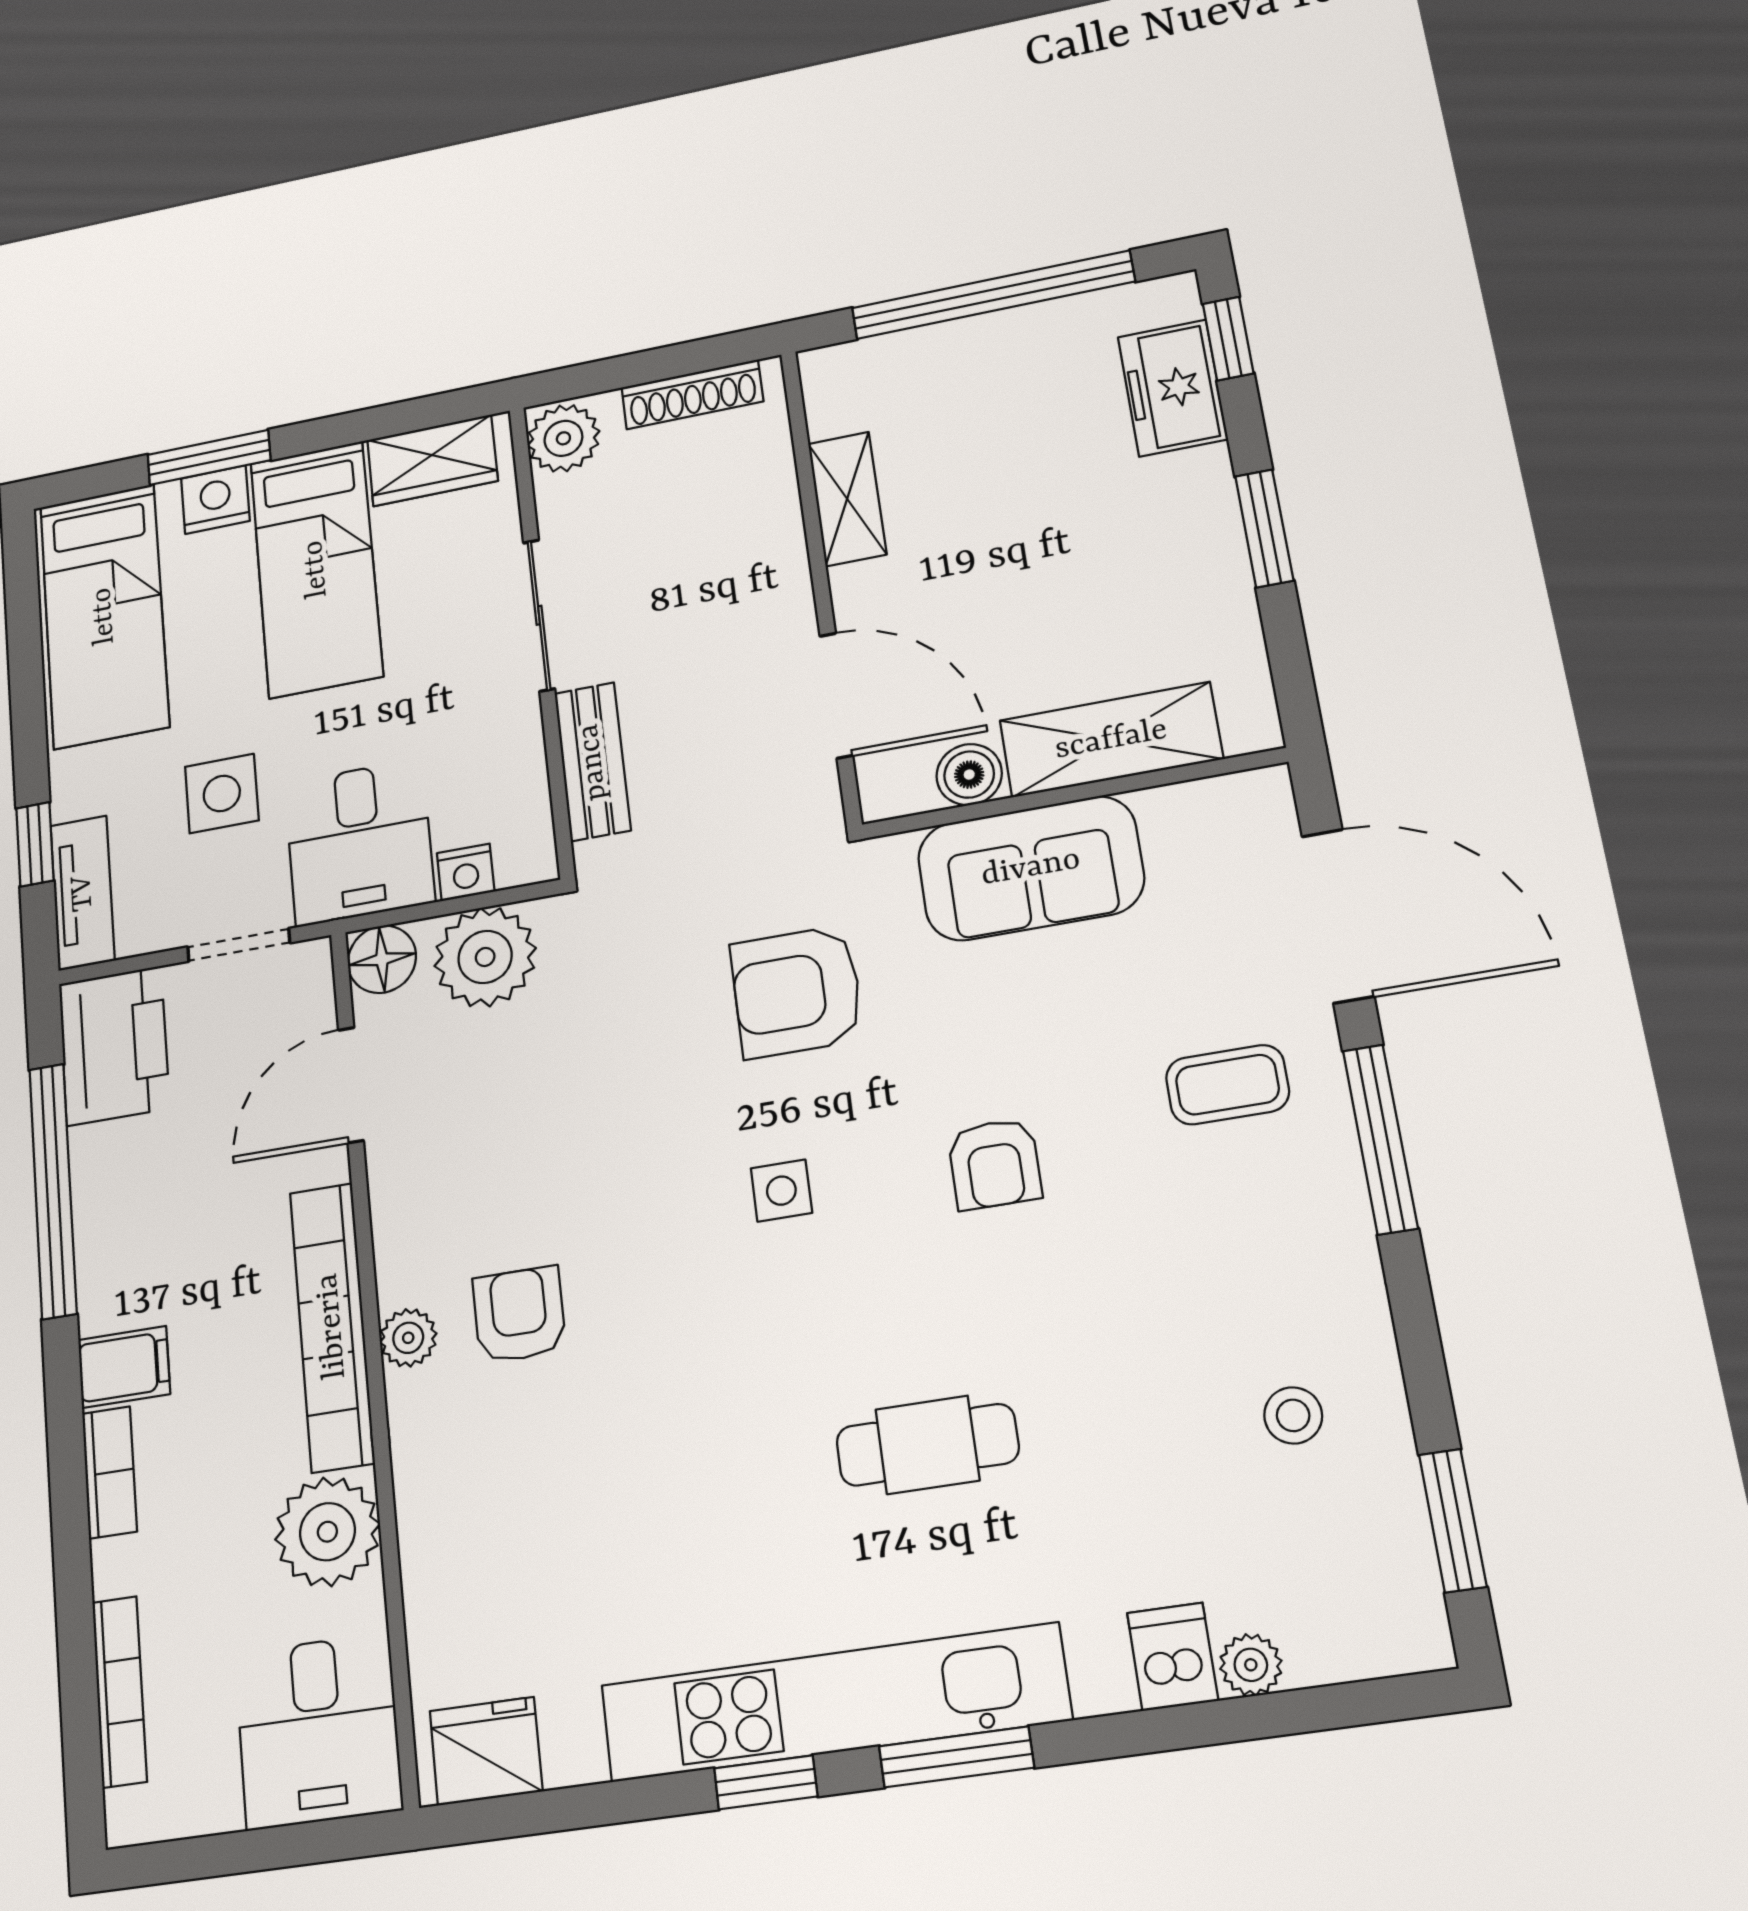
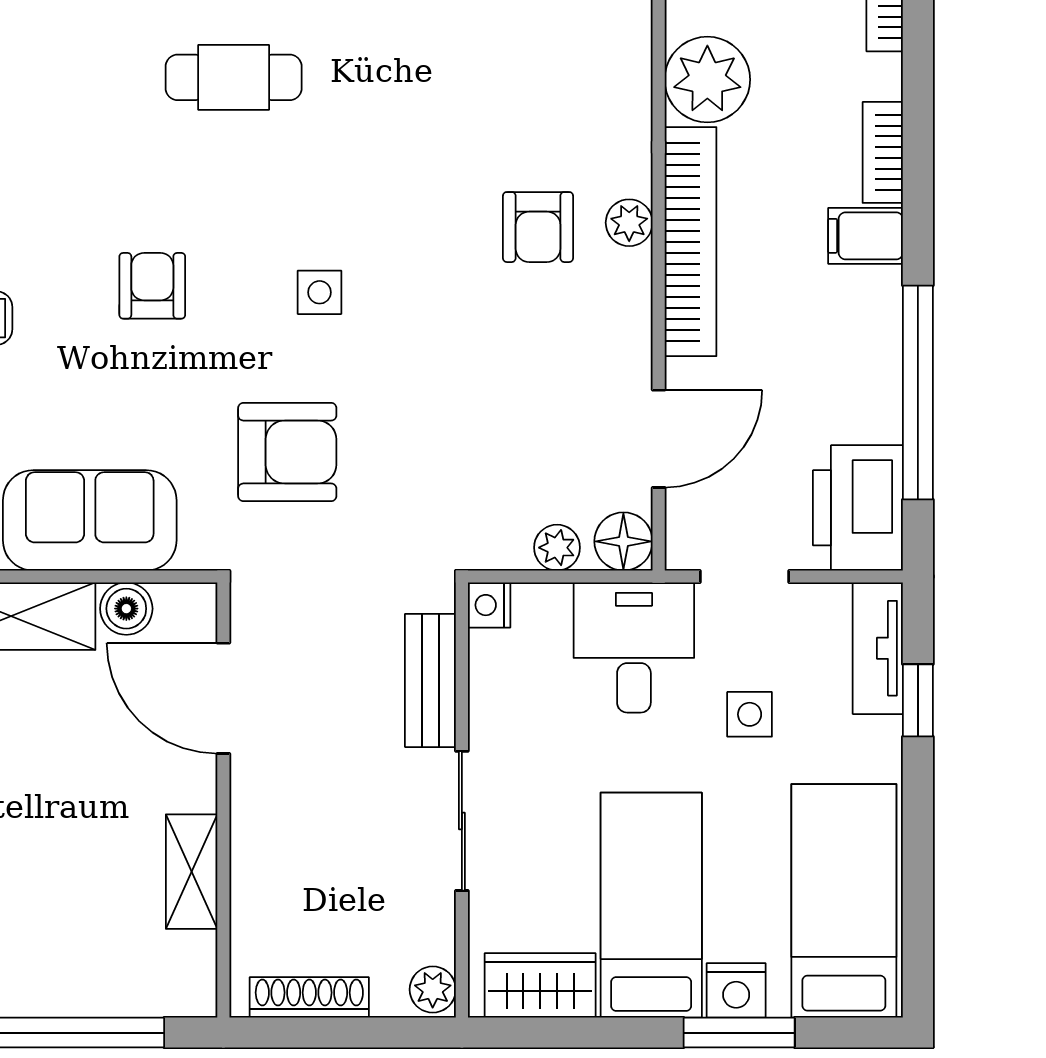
plant: (563, 438) -> (433, 990), width x0.73, depth x0.73
side table: (222, 793) -> (750, 714), width x0.73, depth x0.73
nightstand: (466, 872) -> (489, 605), moved, turned -90
plant: (485, 957) -> (557, 548), width x0.53, depth x0.53

